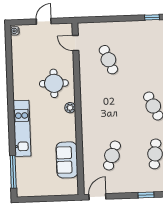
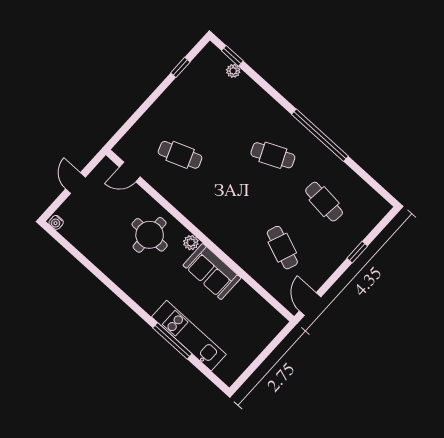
kitchen unit: (22, 128) -> (189, 336), moved
sofa: (67, 160) -> (212, 272), moved
window: (13, 172) -> (172, 341), moved

